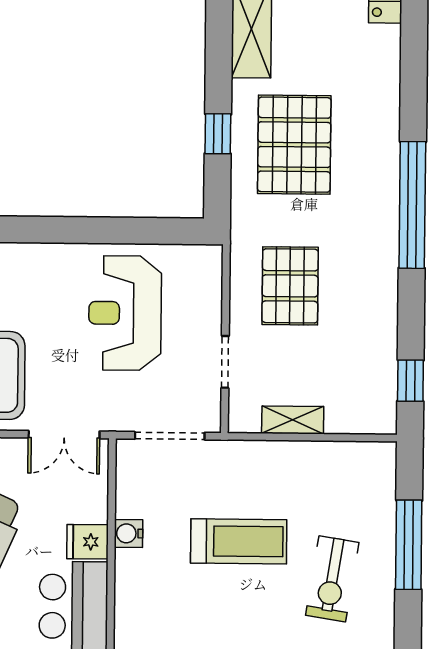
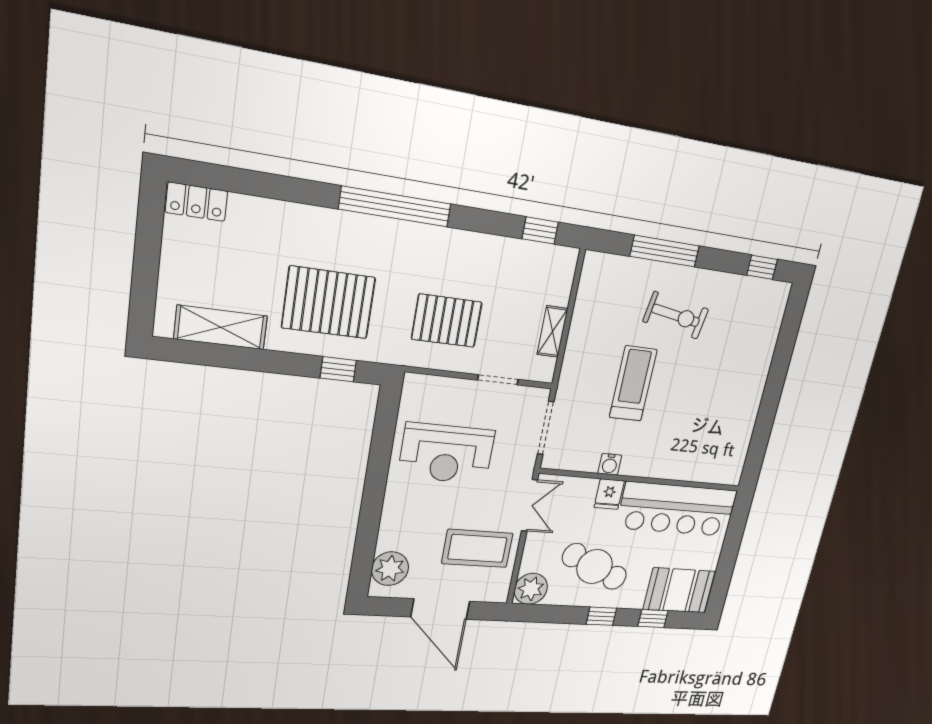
window: (218, 134) -> (338, 369), moved

